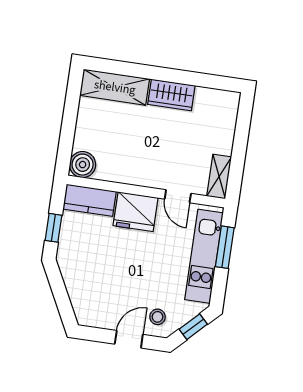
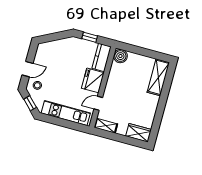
wardrobe: (171, 95) -> (139, 133), moved, turned 90
window: (225, 247) -> (69, 124), removed
door: (129, 339) -> (28, 69), hinge flipped

